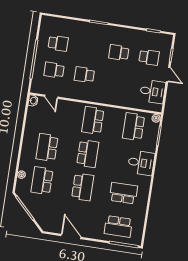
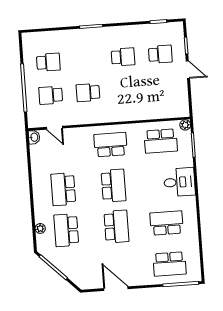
school desk: (119, 53) -> (123, 57), turned 180
desk: (153, 92) -> (174, 94), removed
school desk: (93, 120) -> (111, 145), turned 90
school desk: (134, 127) -> (161, 141), turned -90

